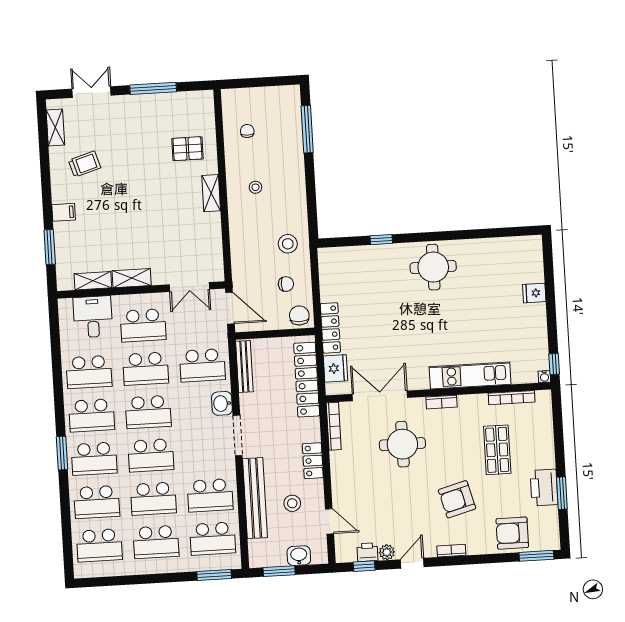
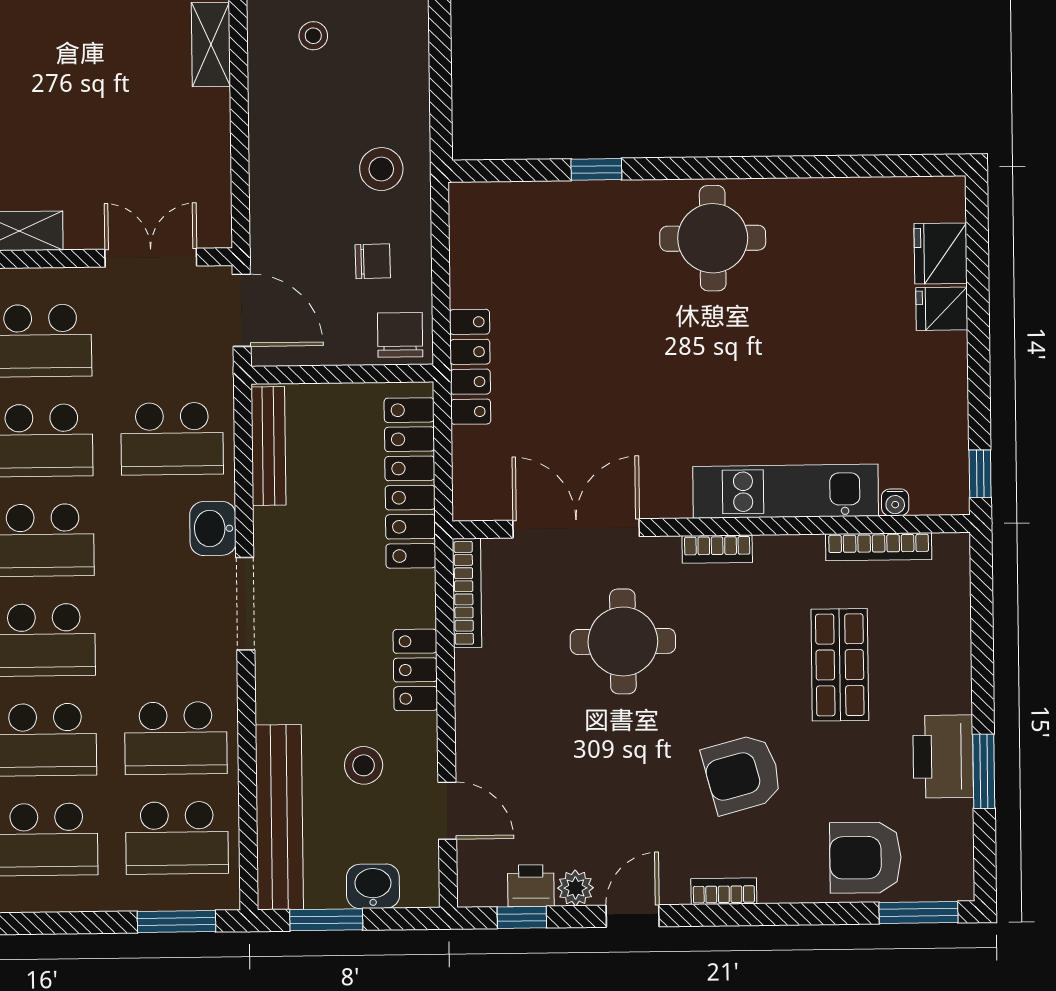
double door: (189, 287) -> (151, 258), swing flipped
fridge: (336, 368) -> (941, 253), moved, turned 180
water cooler: (544, 377) -> (895, 502), moved
bench: (255, 498) -> (279, 817), moved

